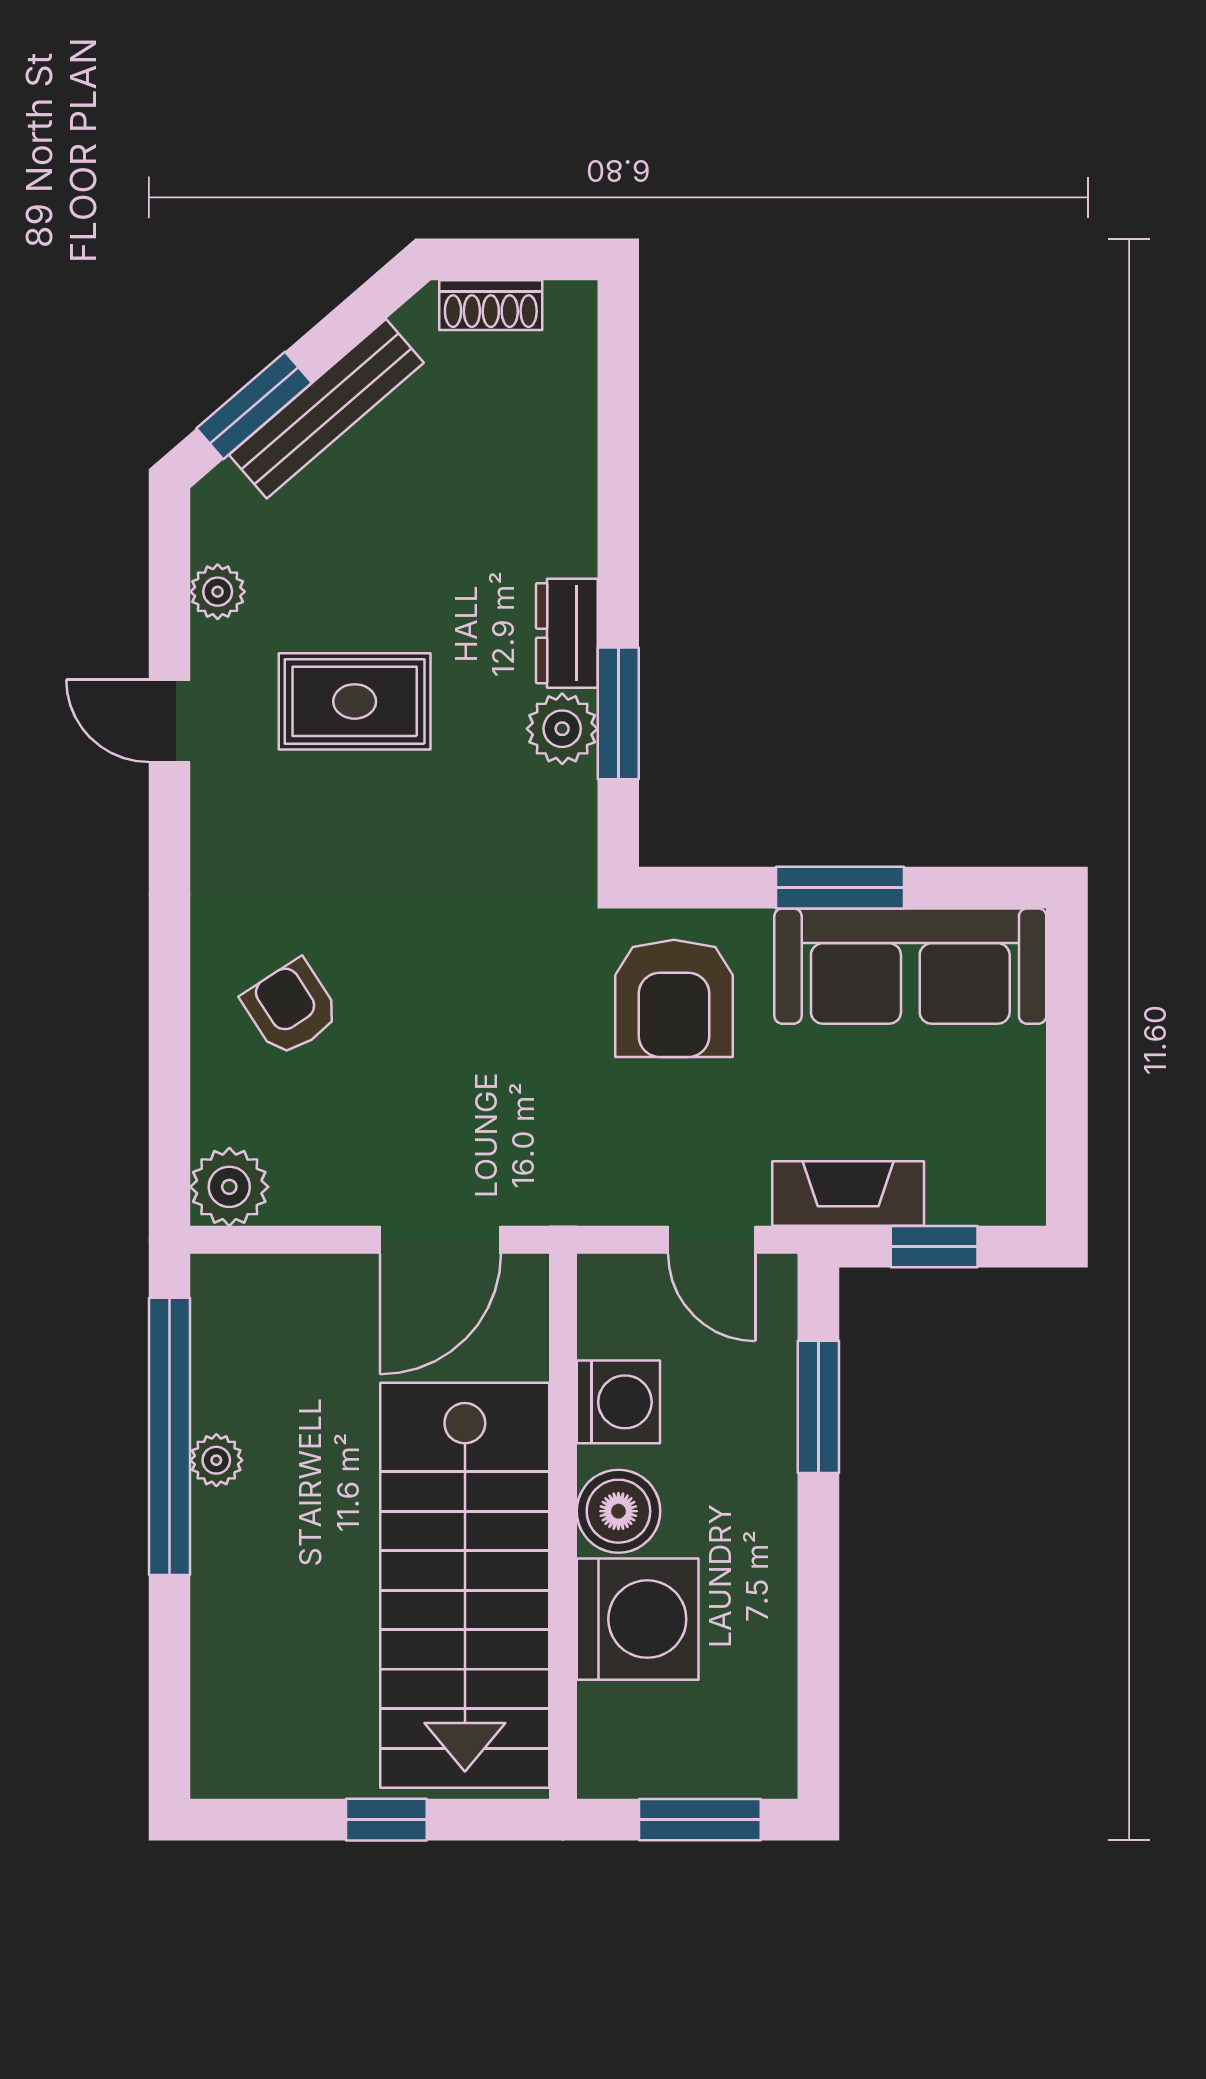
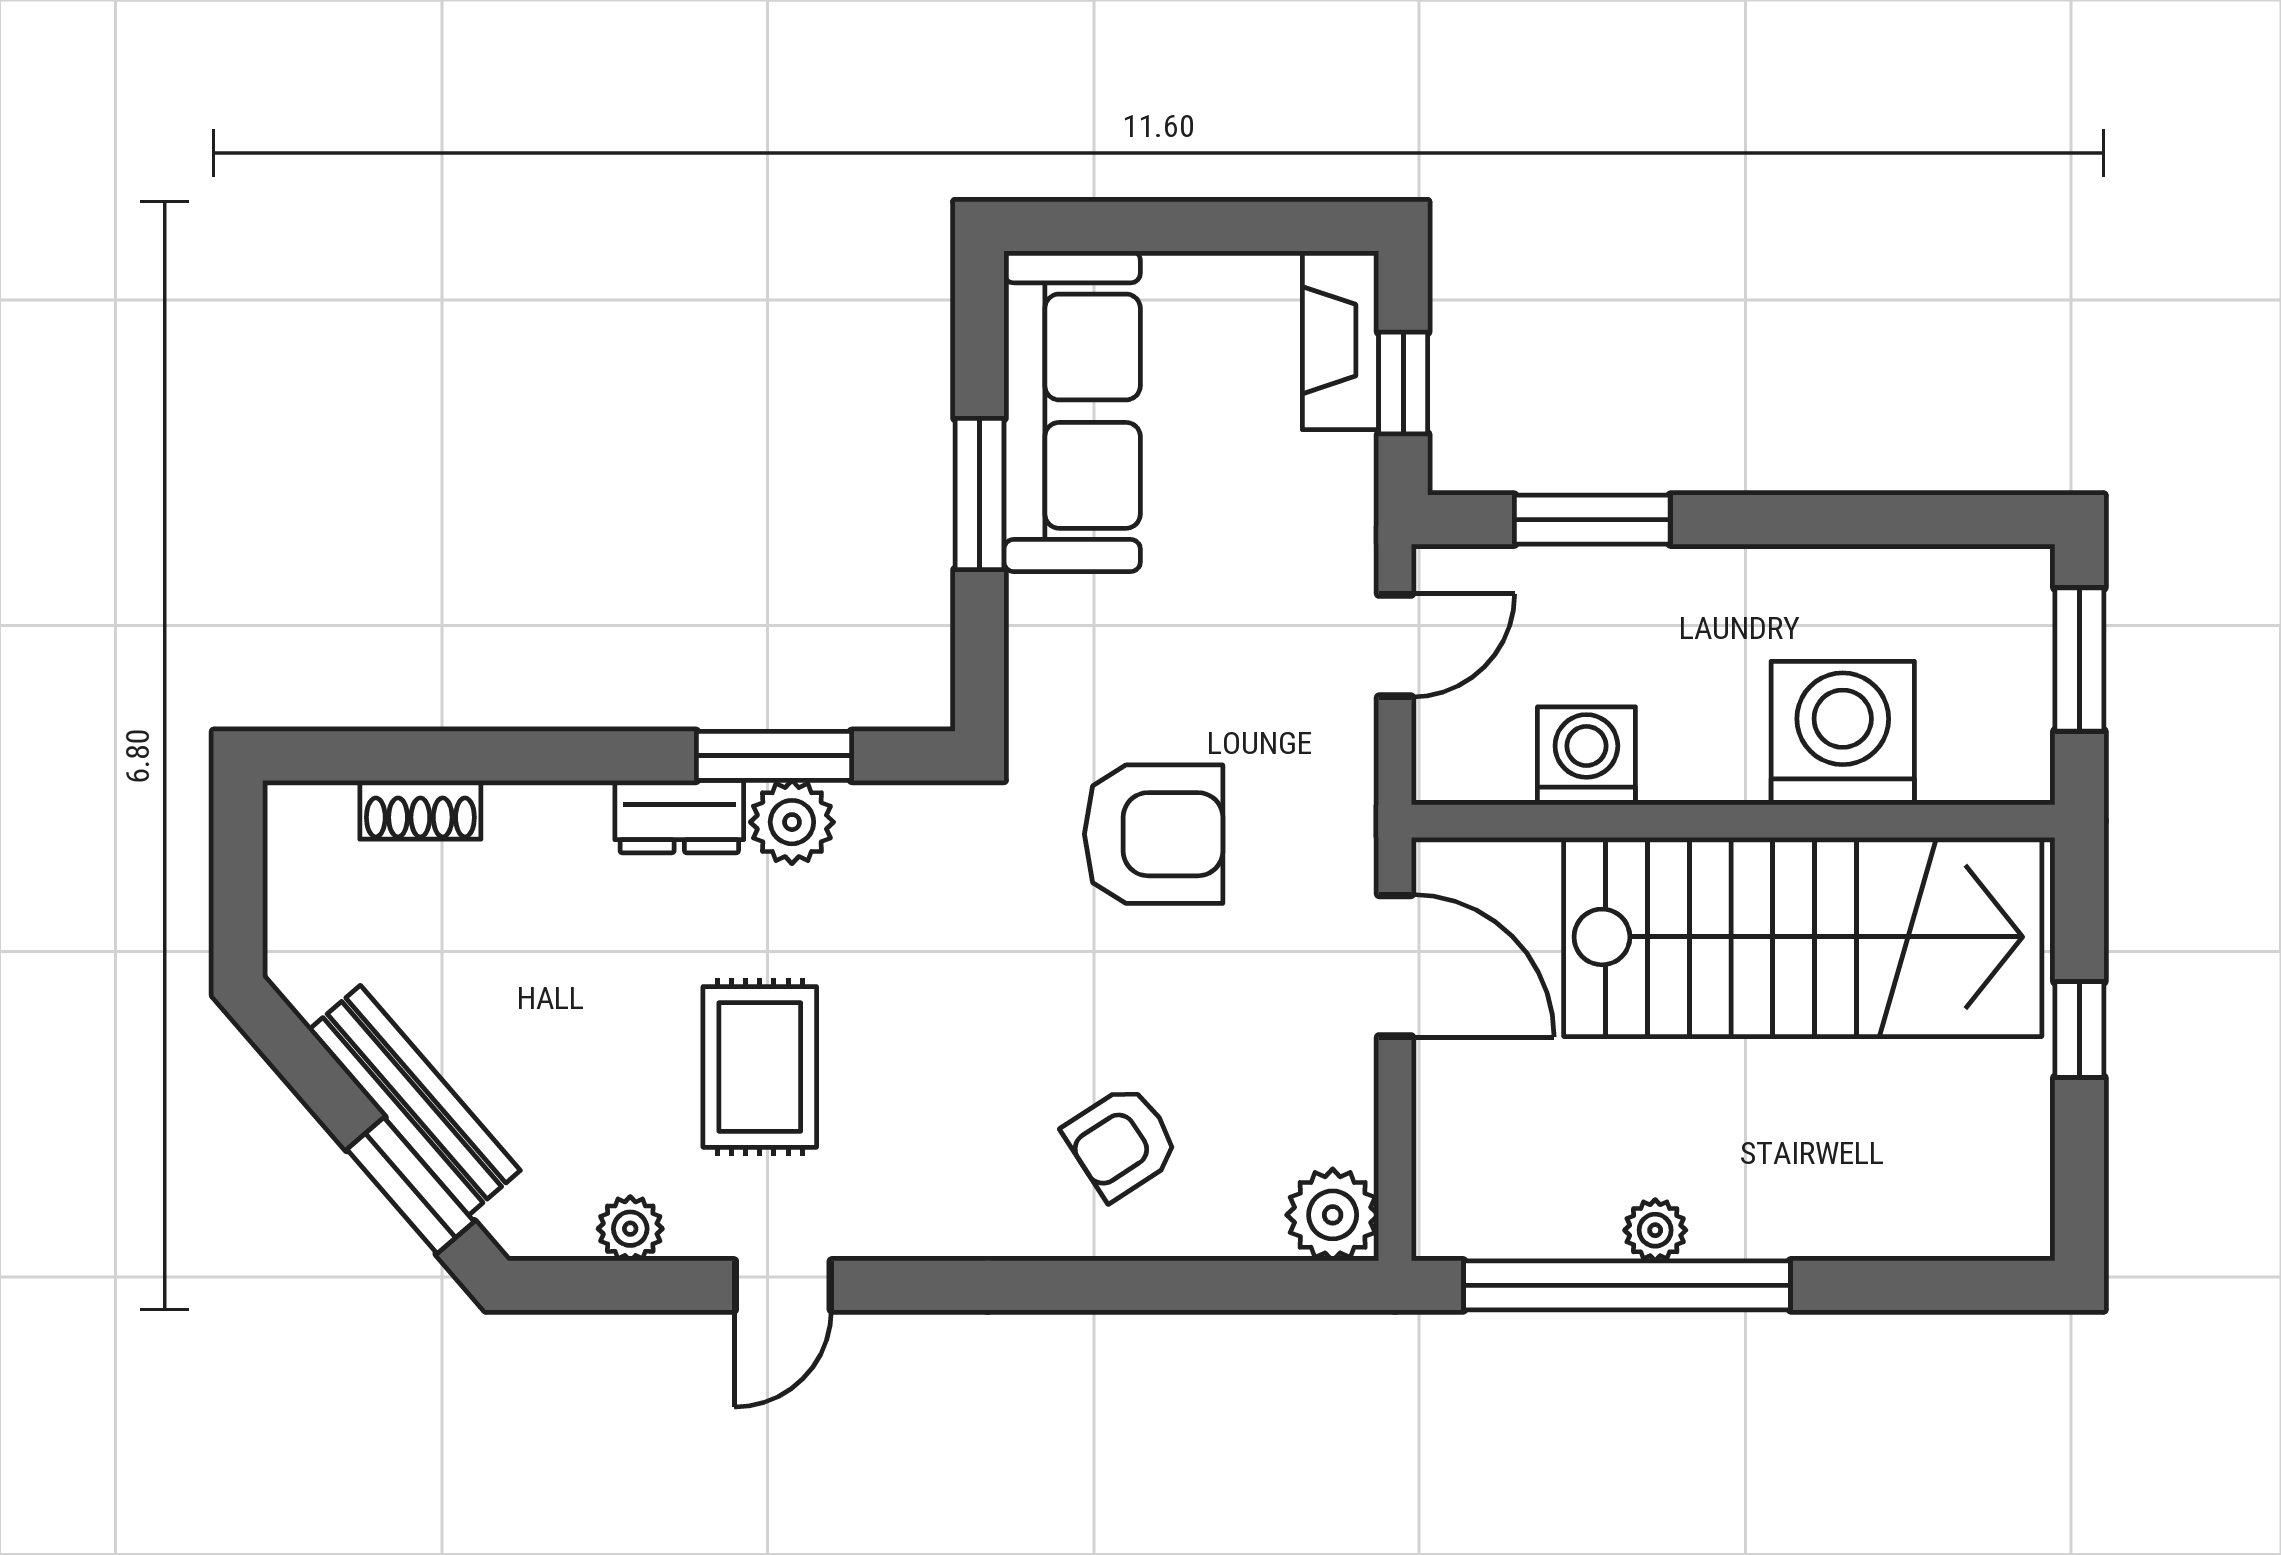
shoe rack: (491, 305) -> (420, 810), moved, turned 90
armchair: (674, 998) -> (1154, 834), moved
fireplace: (848, 1194) -> (1341, 340), moved
boiler: (618, 1511) -> (1715, 756), removed

